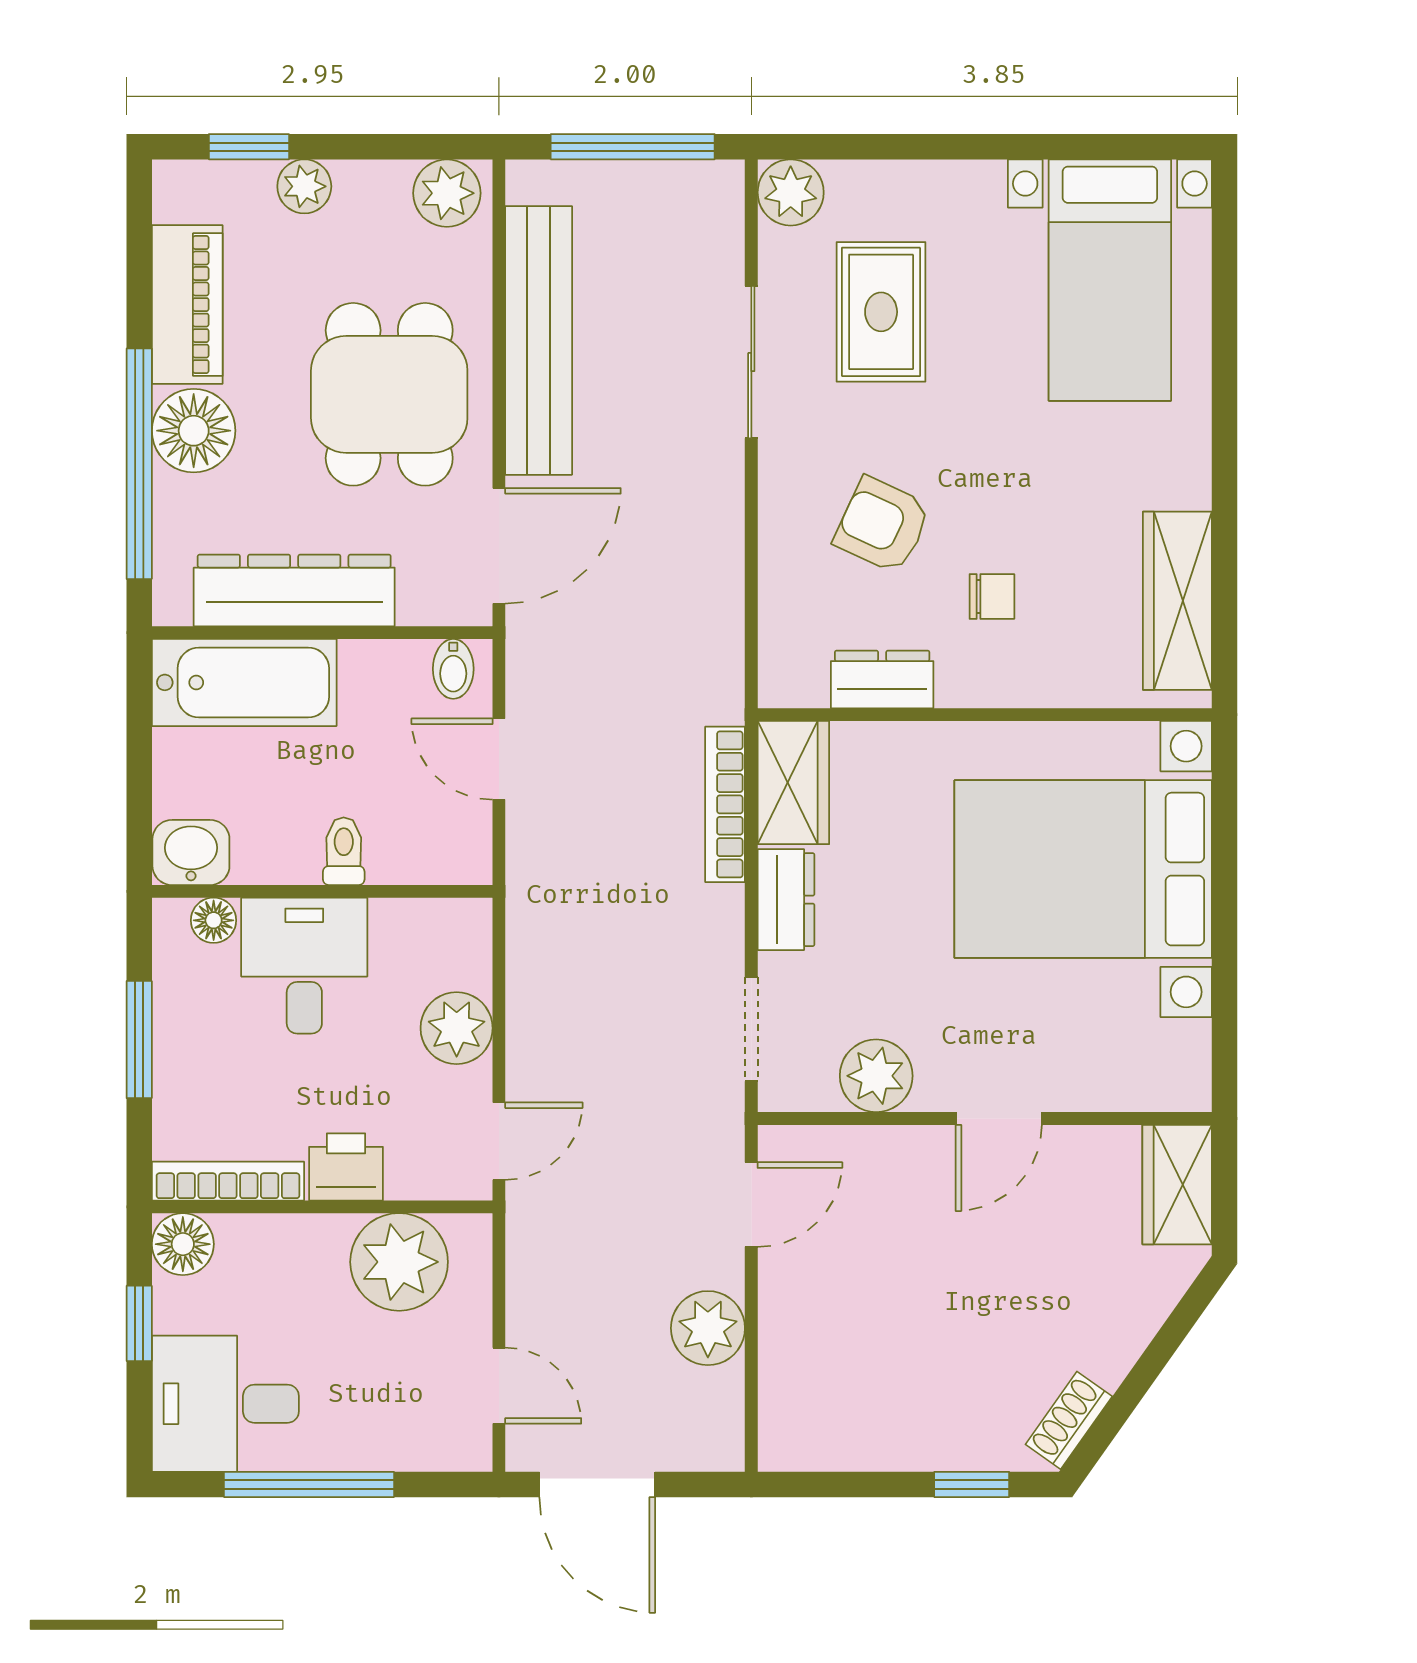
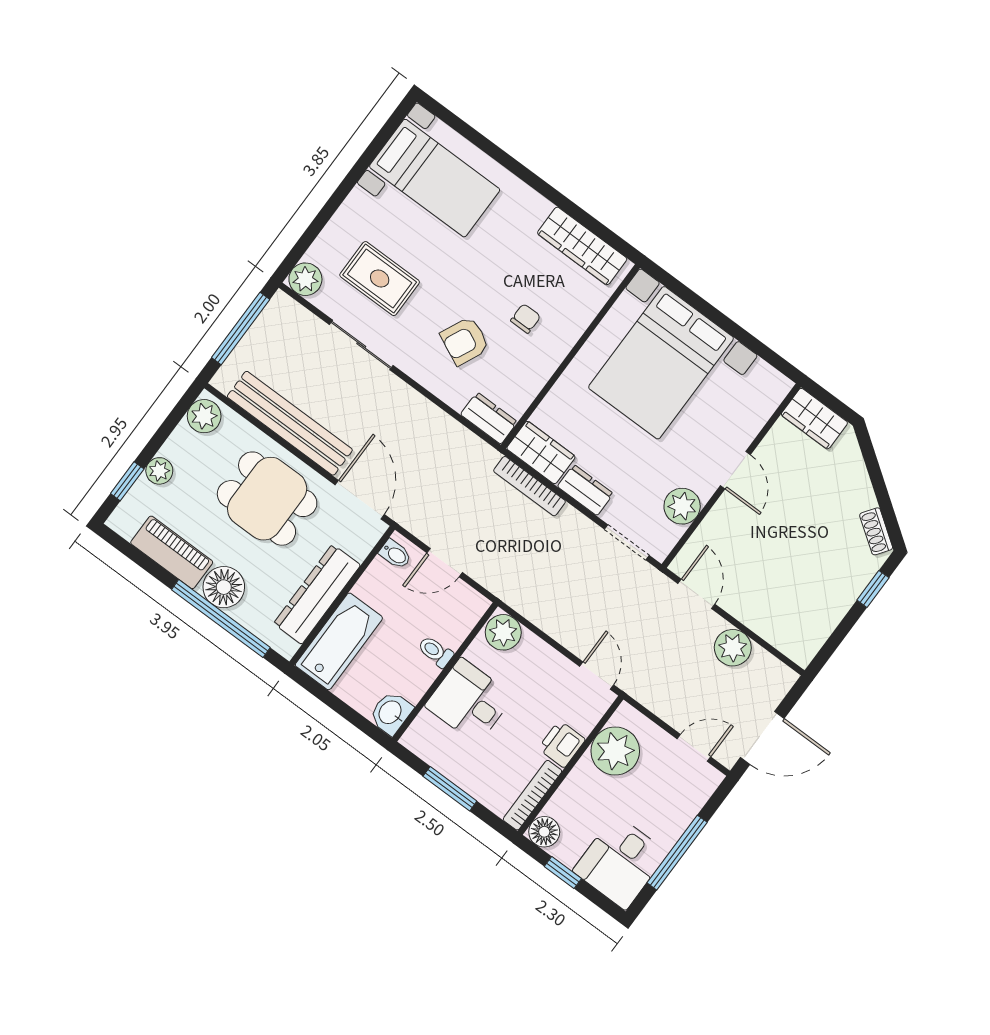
dresser: (882, 679) -> (489, 418), moved, turned 90
floor lamp: (214, 920) -> (424, 724), removed
plant: (457, 1028) -> (503, 632), moved

